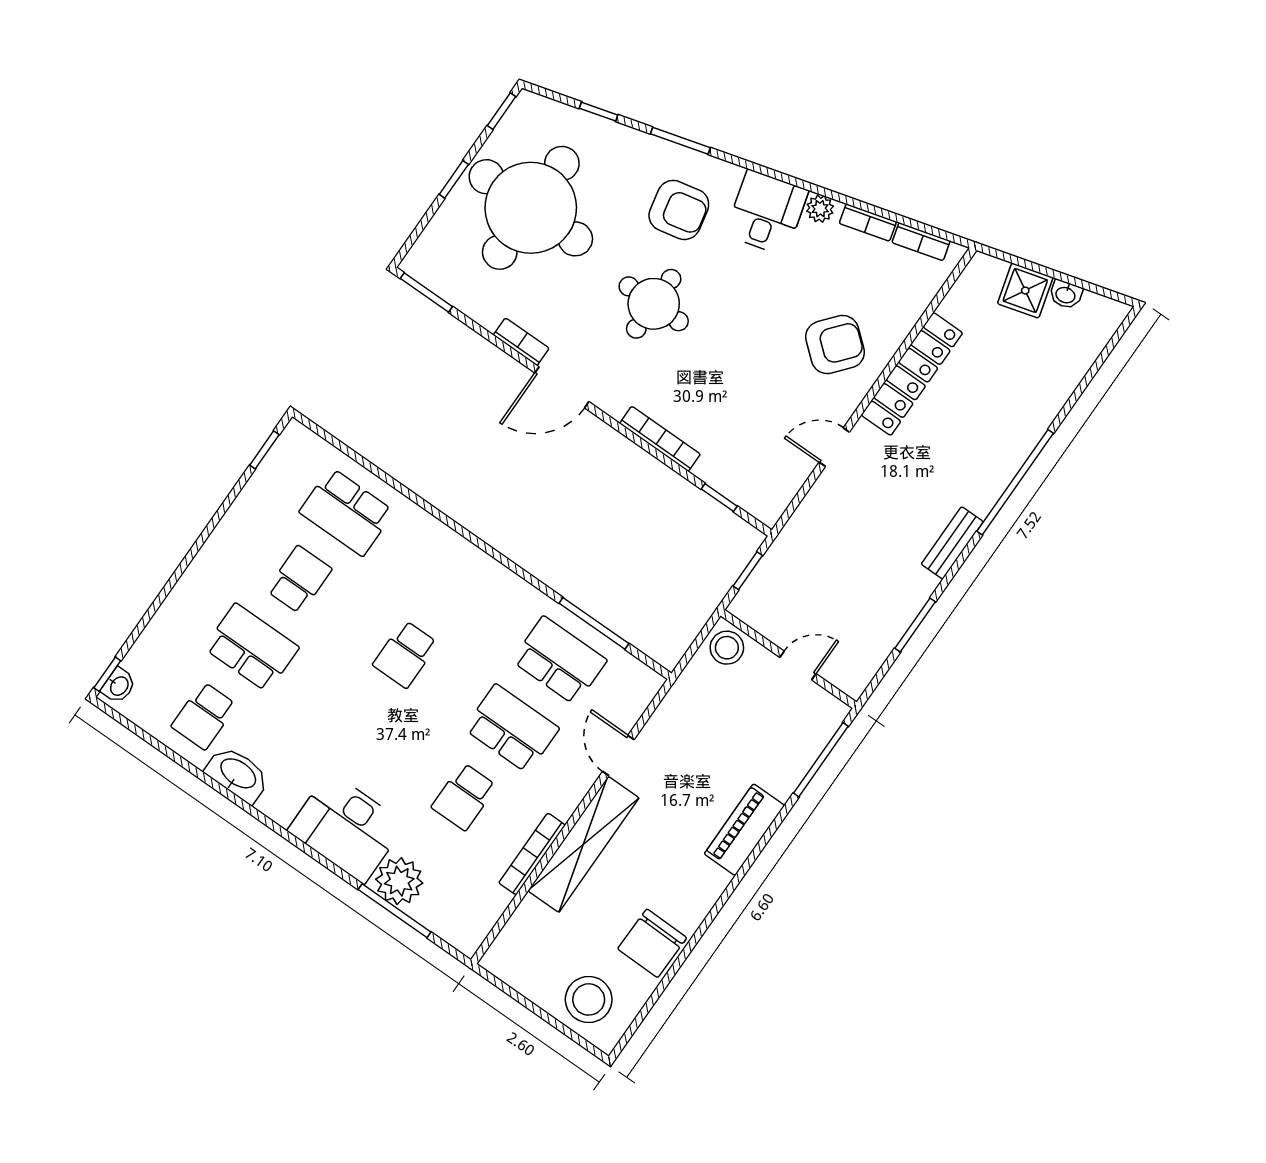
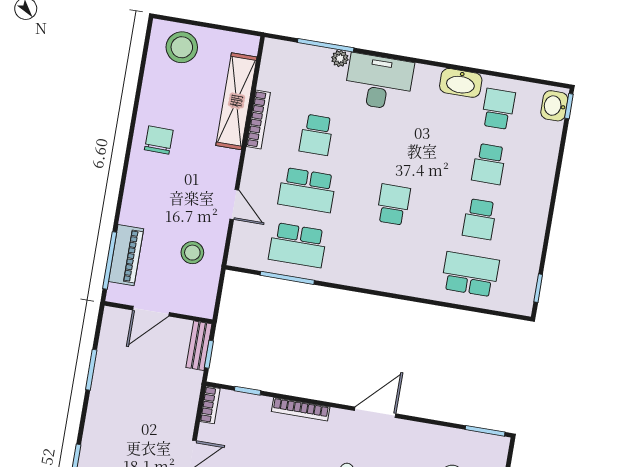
bookcase: (521, 342) -> (210, 405), moved, turned -90
bench: (952, 543) -> (199, 346), moved
school desk: (251, 648) -> (489, 164), width x0.54
stool: (727, 648) -> (192, 253), moved
door: (798, 665) -> (151, 311), width x1.38
washbasin: (119, 686) -> (554, 106), width x1.38, depth x1.45
school desk: (464, 797) -> (316, 135), turned 180
piano: (744, 830) -> (126, 255), moved
shelving: (583, 844) -> (236, 101), moved
plant: (399, 881) -> (340, 58), width x0.53, depth x0.53
chair: (652, 943) -> (159, 140), moved, width x0.73, depth x0.73

